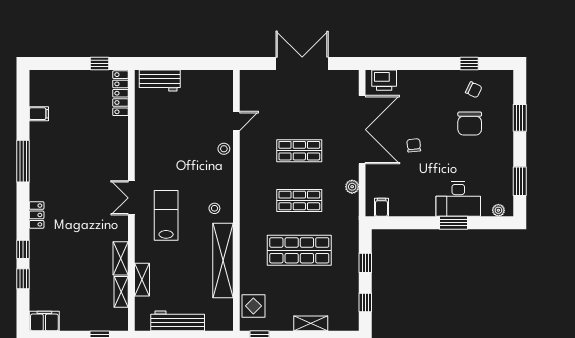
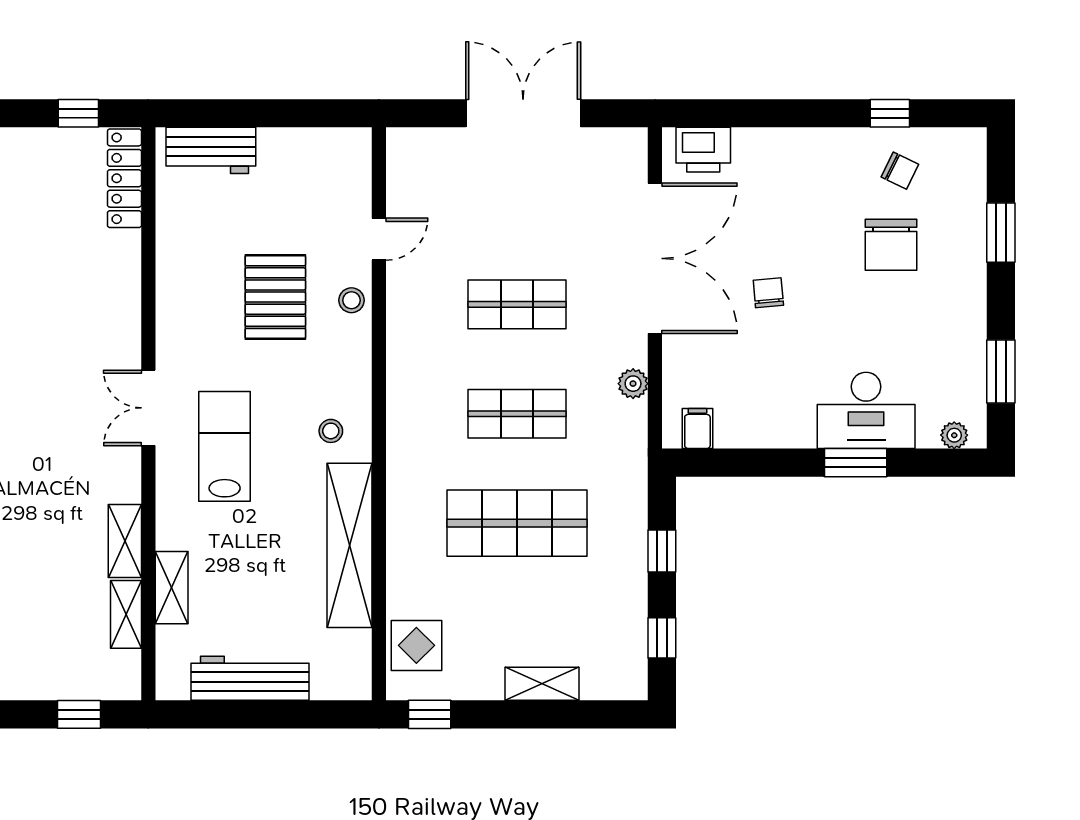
pallet: (189, 147) -> (275, 297), added

